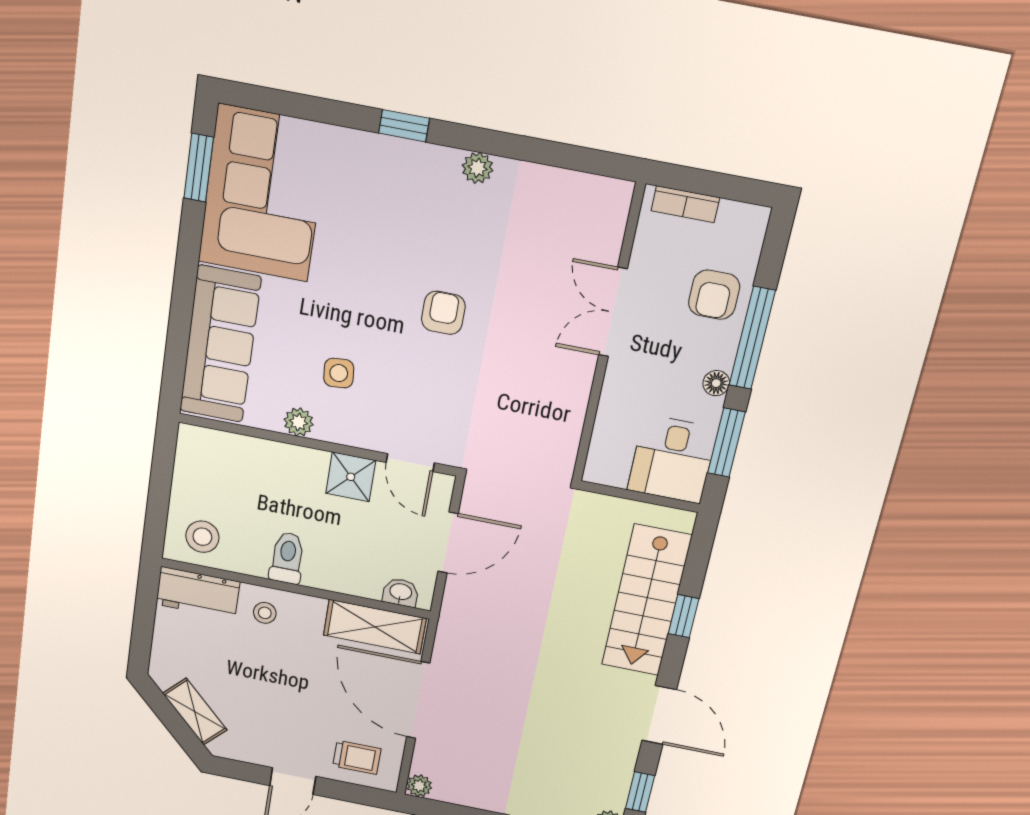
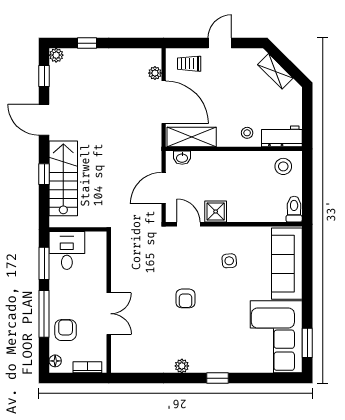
floor lamp: (716, 383) -> (55, 361), moved
plant: (299, 422) -> (245, 233), removed
toilet: (287, 558) -> (294, 209), moved, turned 180
plant: (419, 786) -> (155, 73), moved

